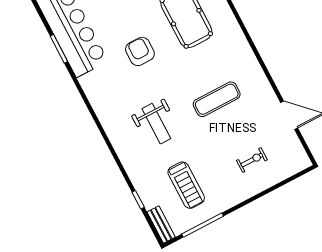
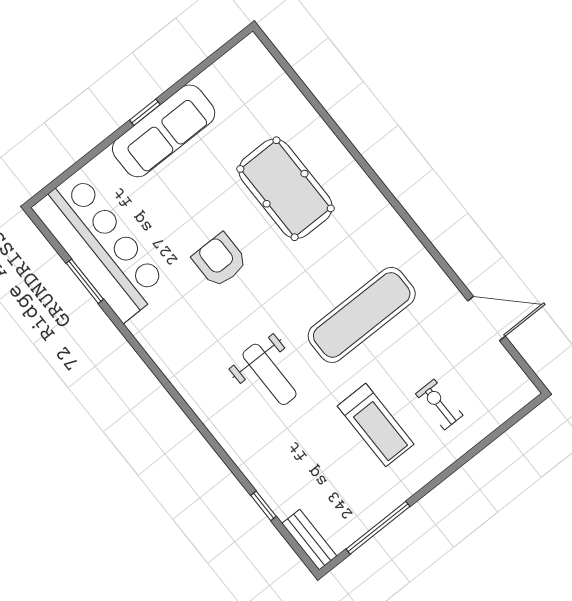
exercise mat: (217, 99) -> (362, 315), width x1.36, depth x1.45
exercise bike: (252, 160) -> (439, 404), turned -90
treadmill: (186, 185) -> (376, 425), moved

